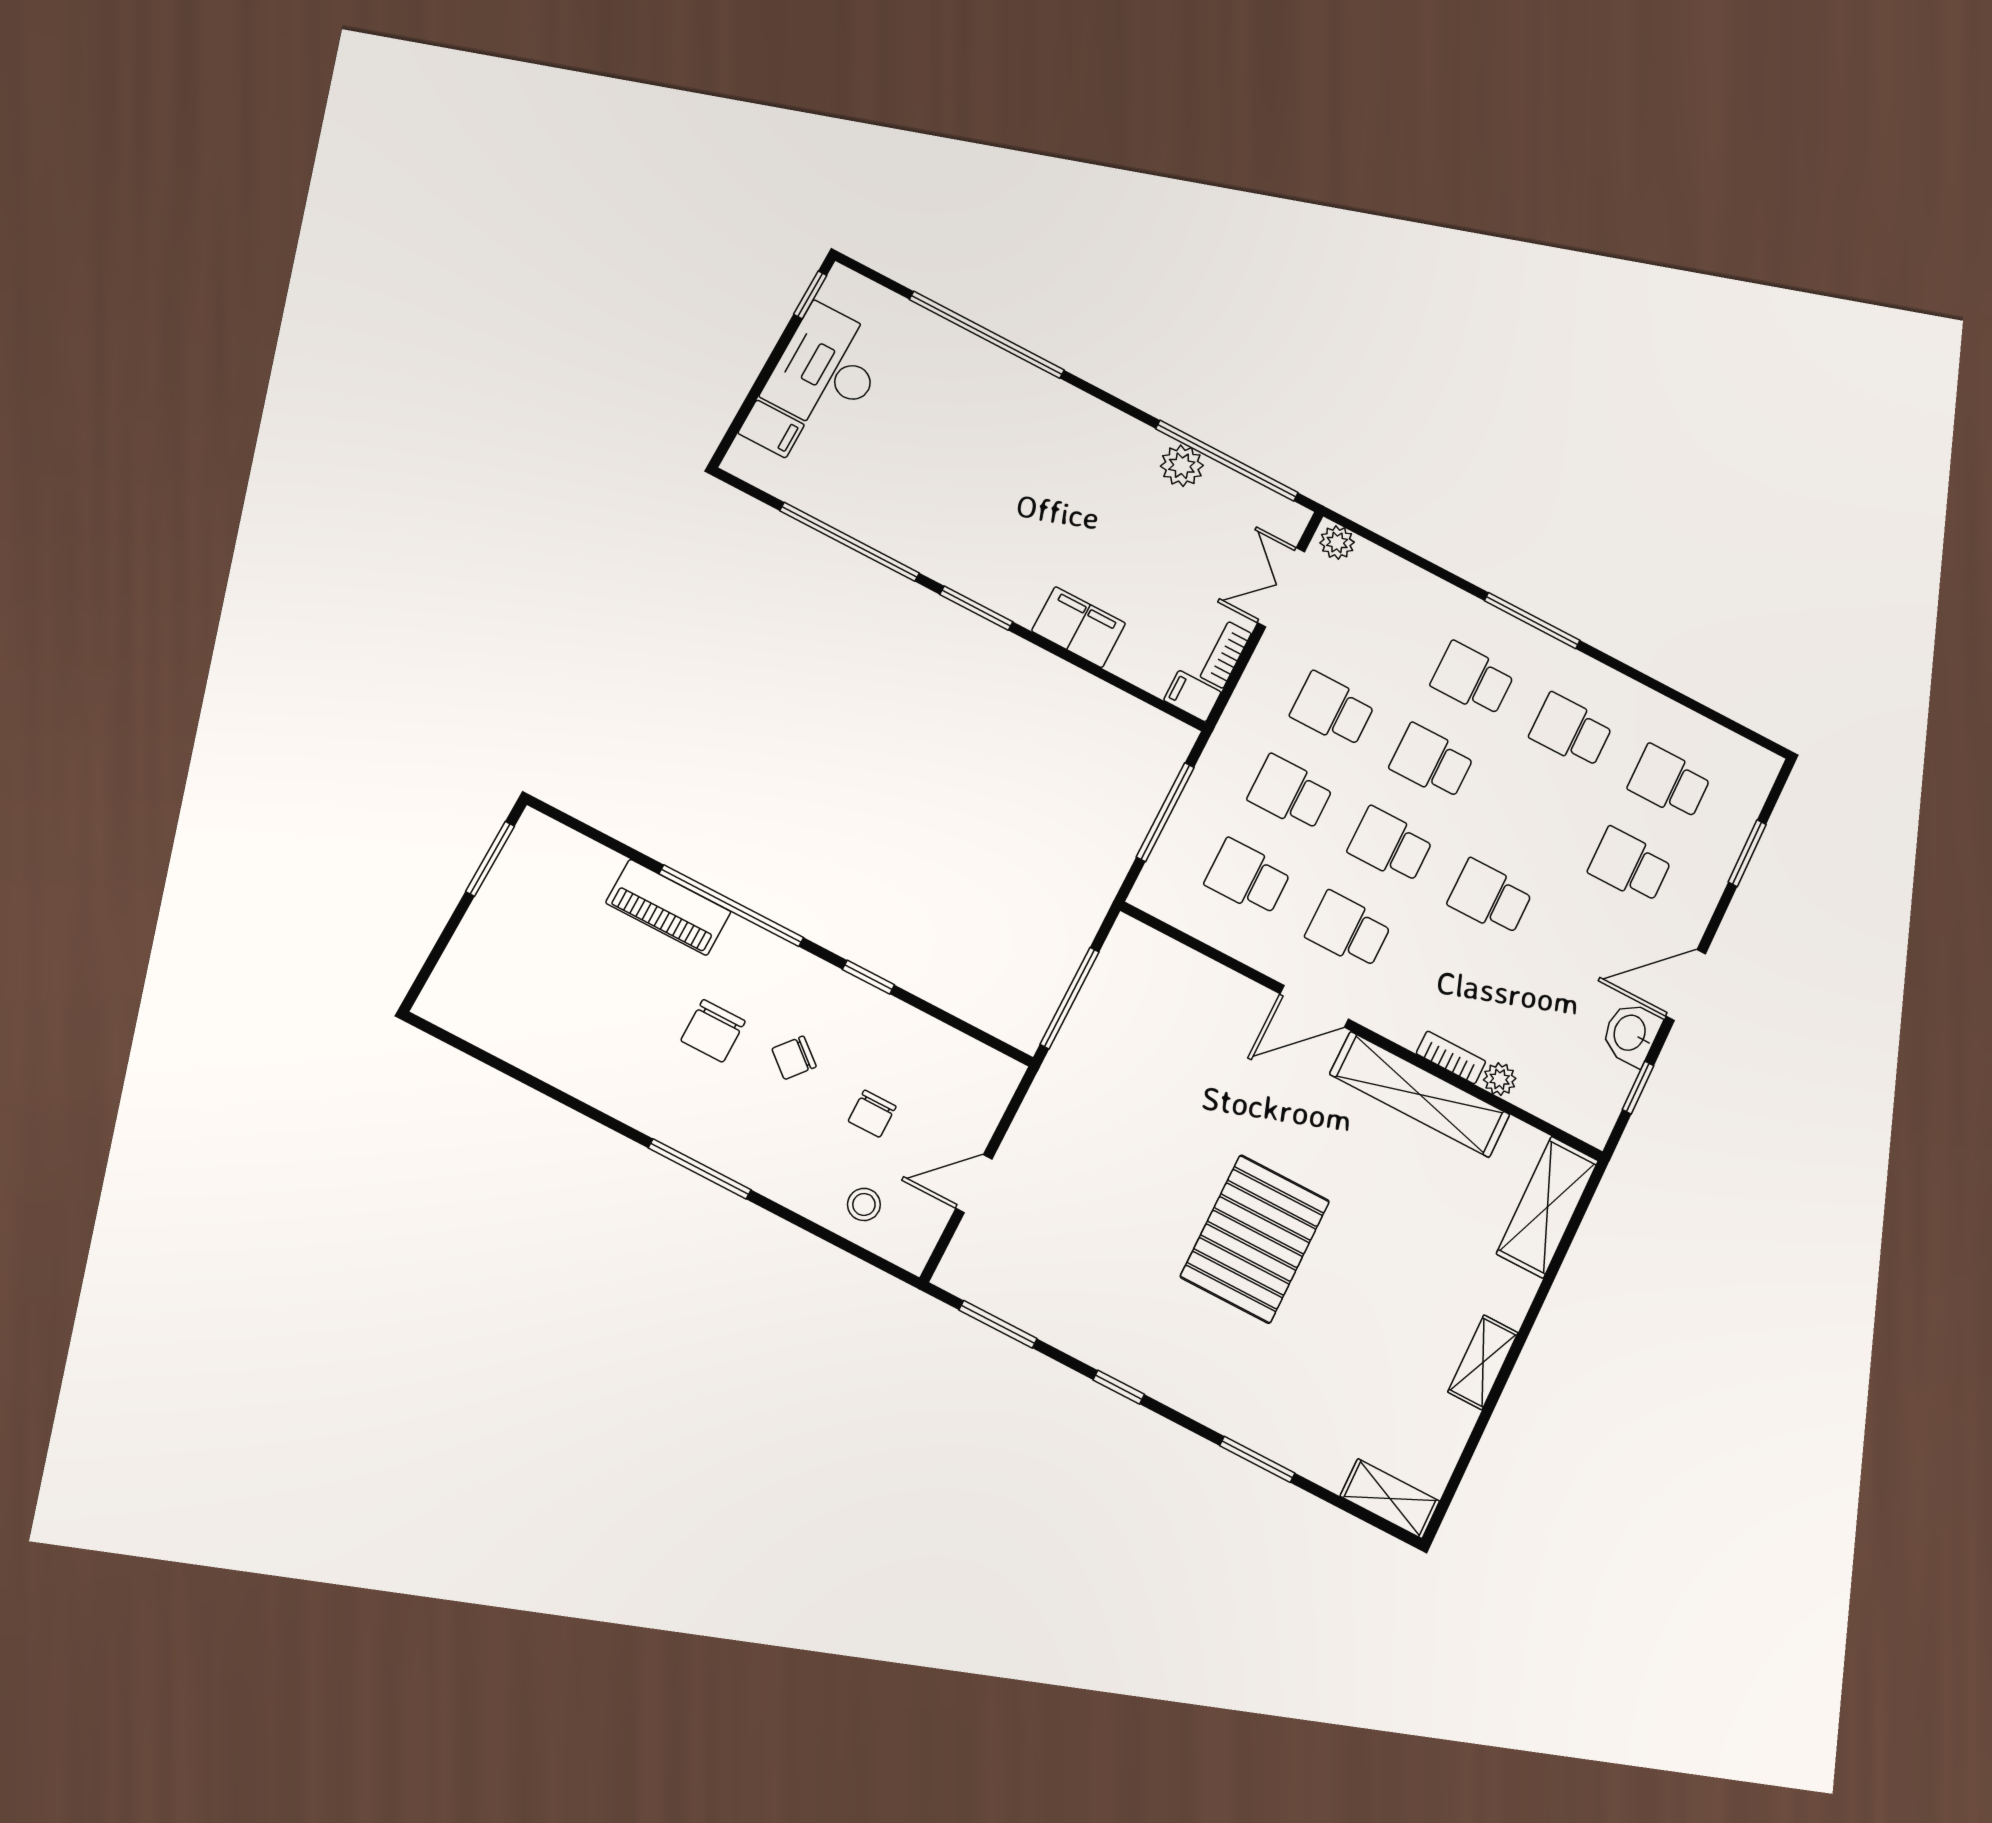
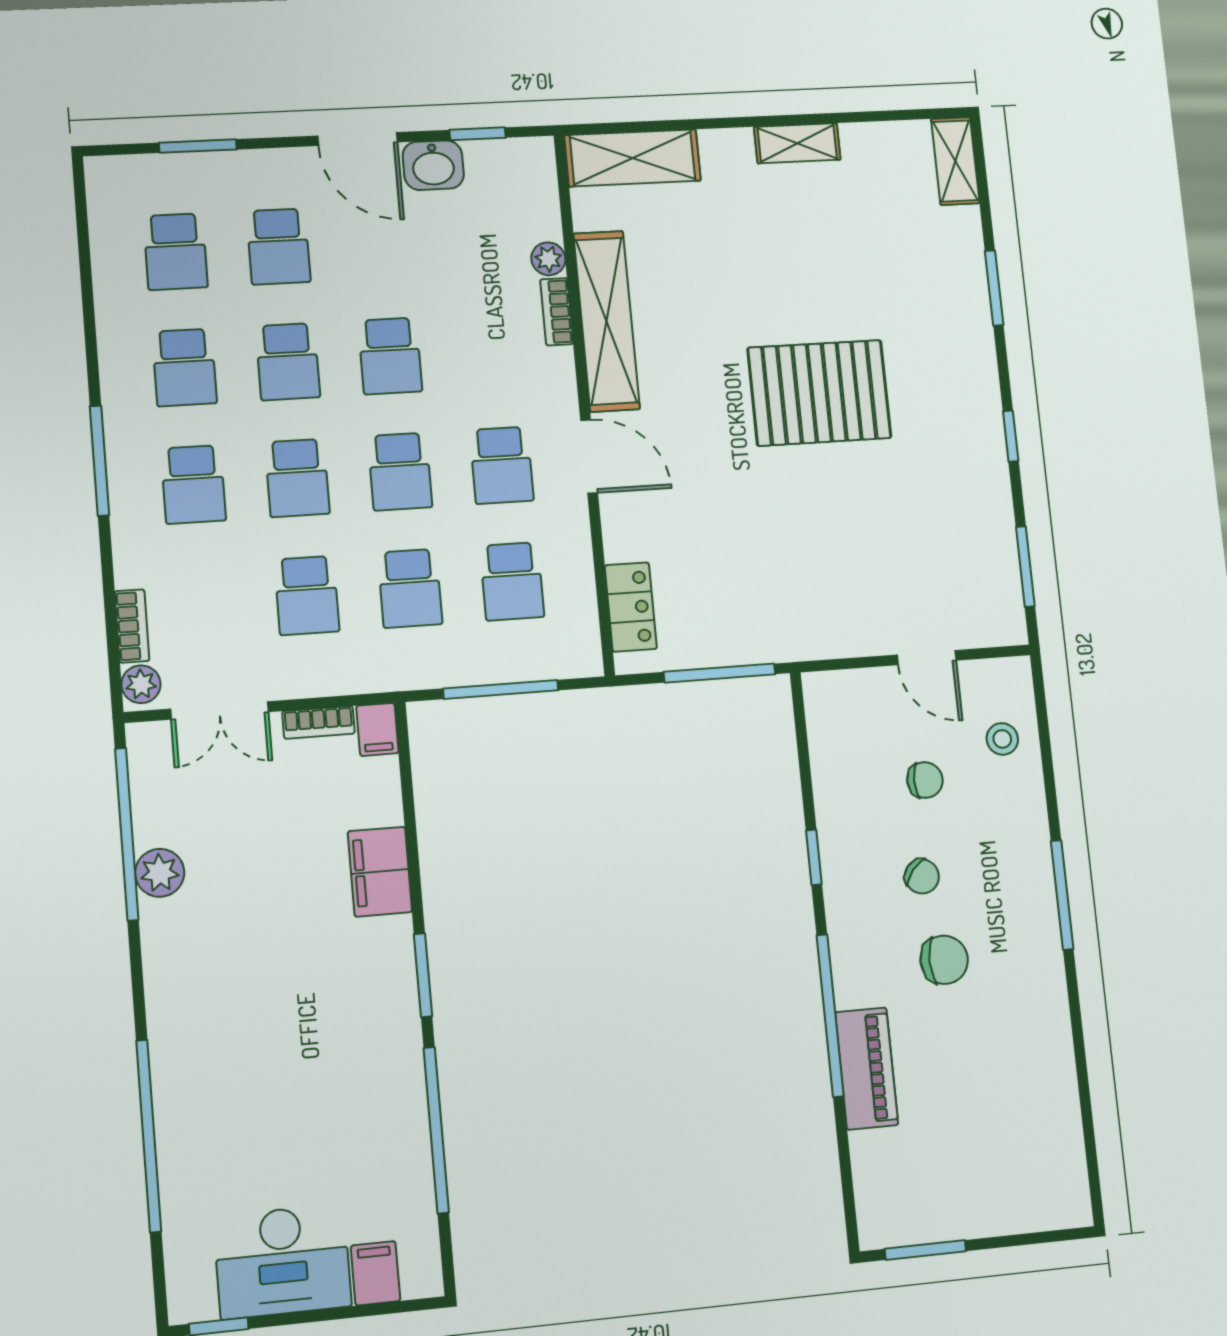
bookcase: (1387, 564) -> (132, 626), added
school desk: (1531, 813) -> (288, 362), added
locker: (1169, 960) -> (631, 607), added

